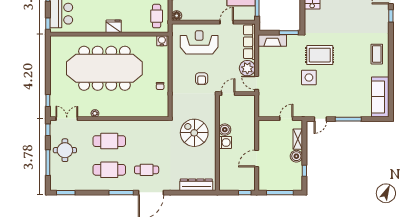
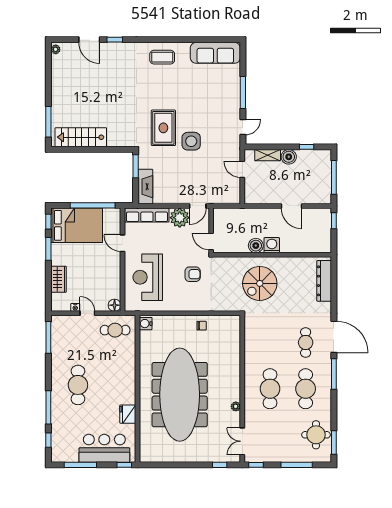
fridge: (114, 26) -> (128, 414), moved
door: (320, 119) -> (243, 127), hinge flipped
round table: (65, 150) -> (316, 435), moved

